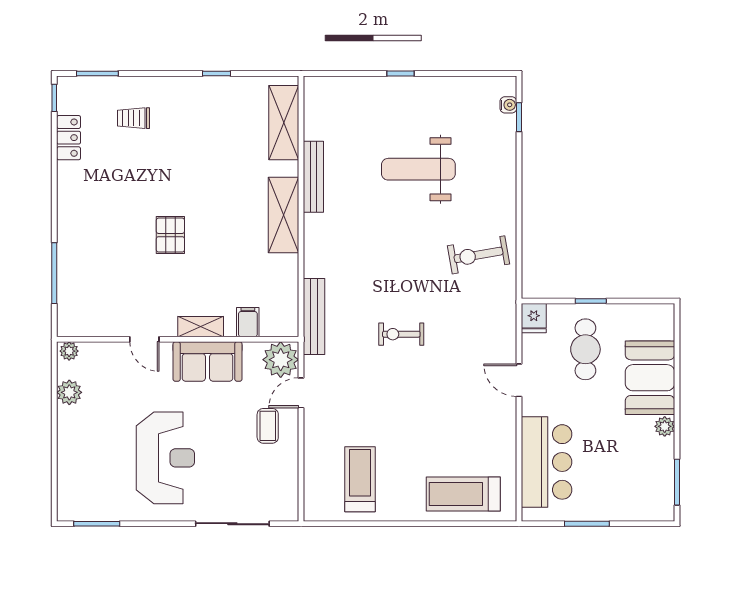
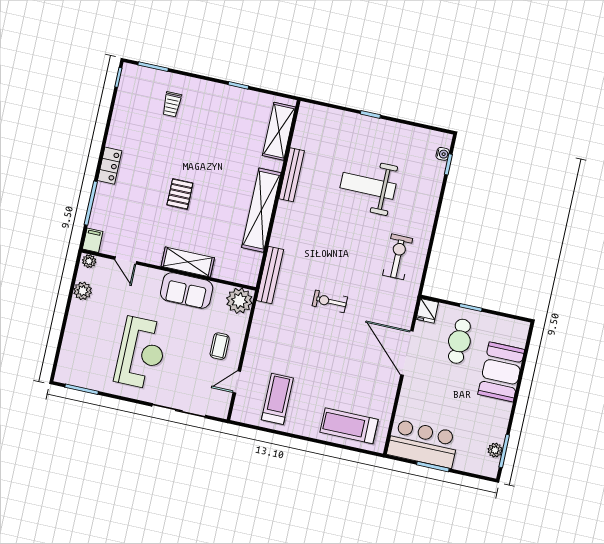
trolley: (133, 118) -> (172, 104), turned -90
locker: (69, 138) -> (110, 166), moved
shelving: (283, 215) -> (261, 210), width x1.47
exercise bike: (478, 255) -> (398, 257), turned 100
filing cabinet: (248, 322) -> (93, 240), moved
shelving: (201, 327) -> (188, 262), width x1.50, depth x1.33
door: (144, 339) -> (126, 260), moved
door: (519, 380) -> (407, 353), width x1.87
door: (301, 393) -> (237, 382), moved
plant: (665, 426) -> (495, 450), moved
bar counter: (547, 462) -> (423, 444), moved, turned -90

